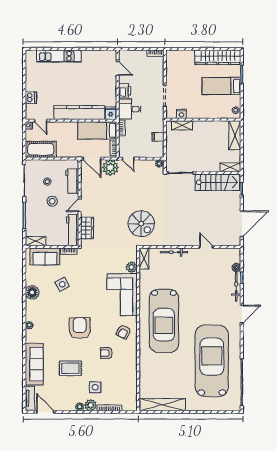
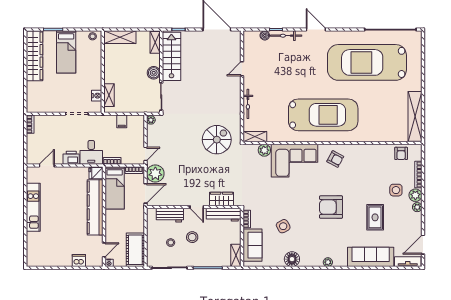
kitchen unit: (59, 56) -> (33, 207), moved
boiler: (202, 166) -> (154, 73), added
armchair: (106, 353) -> (401, 153), moved

